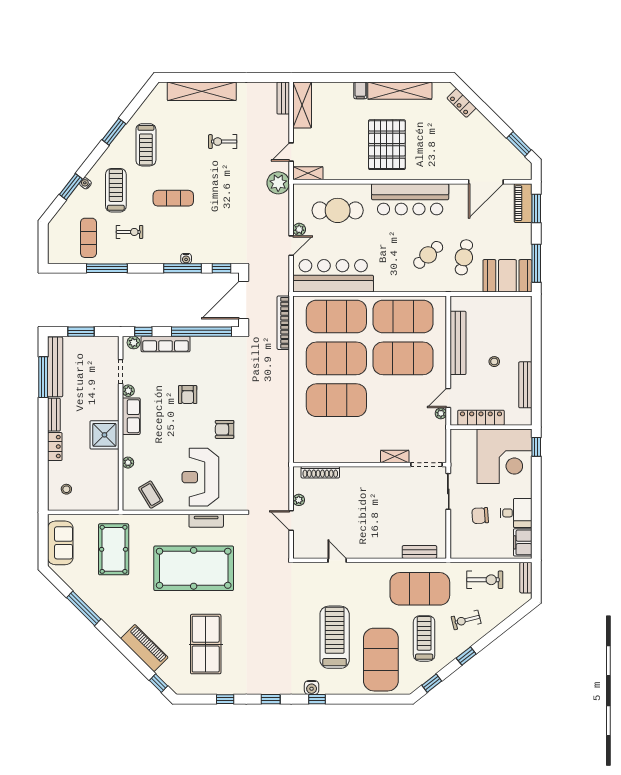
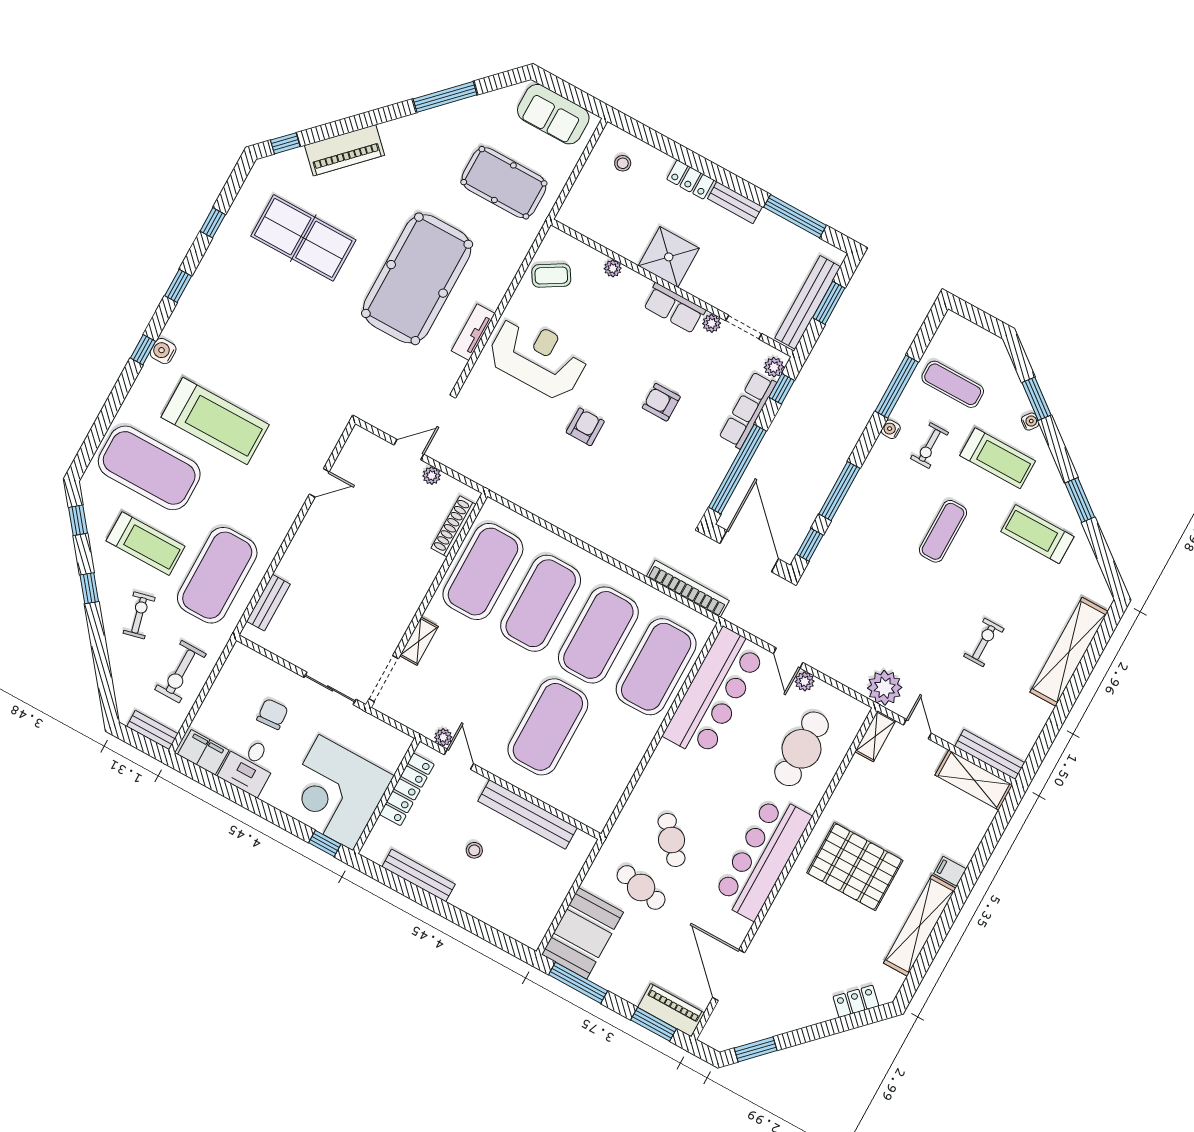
bench: (283, 98) -> (990, 755), width x1.36
water cooler: (186, 259) -> (891, 429), moved
exercise mat: (403, 316) -> (483, 572), moved
bench: (55, 367) -> (808, 302), moved, turned 90

